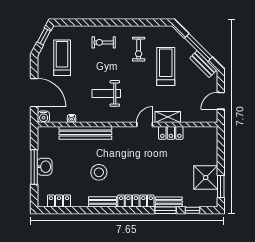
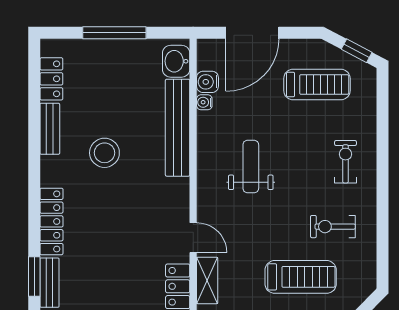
water cooler: (44, 117) -> (207, 82), moved
washbasin: (45, 167) -> (176, 61), moved, turned 90
bench: (102, 202) -> (50, 129), moved

